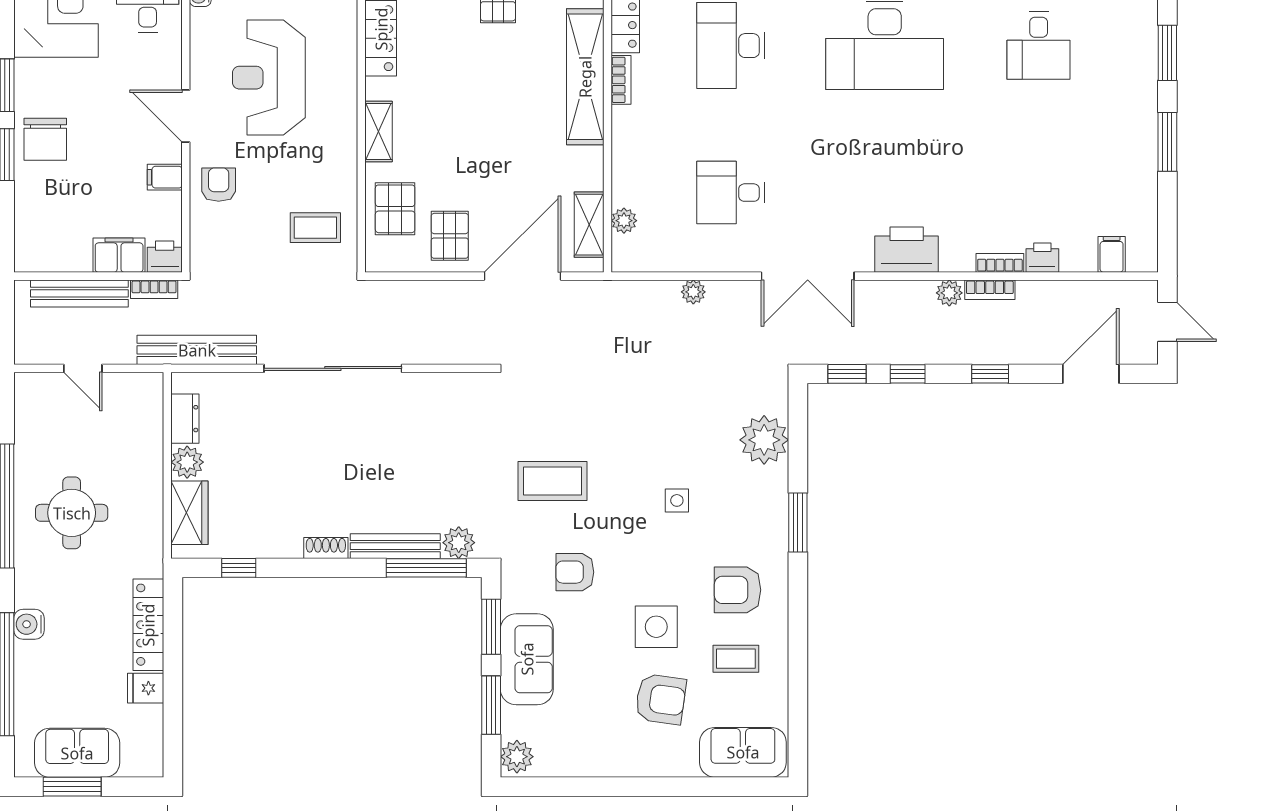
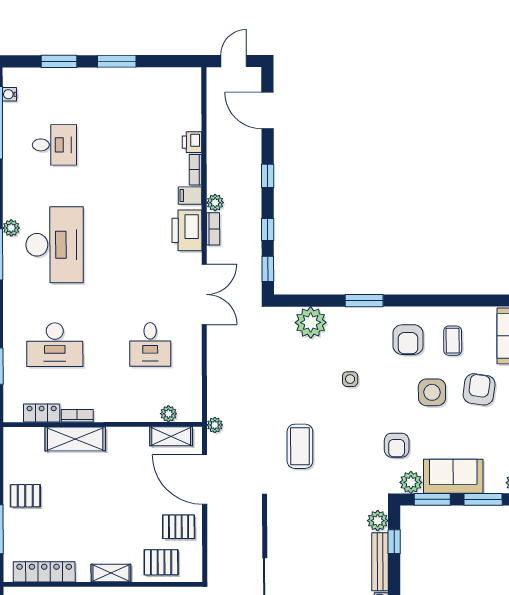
shelving: (585, 77) -> (75, 439), width x0.68
filing cabinet: (1112, 254) -> (190, 196), moved
bookcase: (990, 290) -> (213, 229), moved
plant: (693, 292) -> (215, 425), moved
coffee table: (552, 481) -> (300, 446), moved
window: (426, 568) -> (394, 542), width x0.46
plant: (518, 594) -> (411, 482), added

